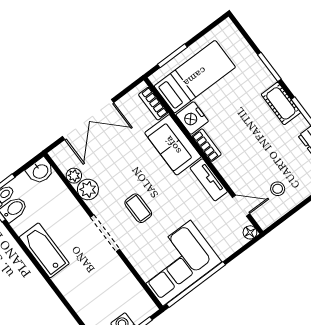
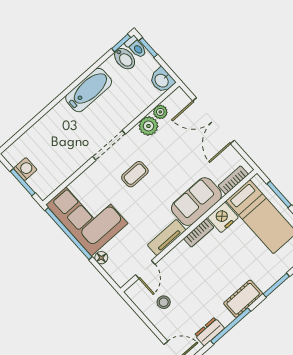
floor lamp: (250, 232) -> (101, 258), moved

